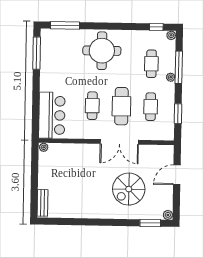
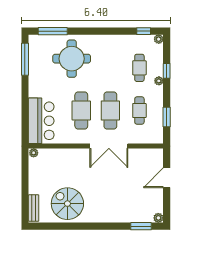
round table: (102, 51) -> (72, 59), moved
window: (179, 67) -> (167, 71), width x0.46
cafe table: (92, 106) -> (81, 111), width x1.37, depth x1.35
spiral stairs: (129, 189) -> (67, 204), moved, turned 90

